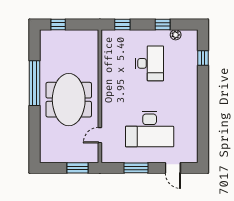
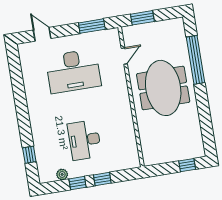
window: (122, 24) -> (102, 179), moved
window: (34, 83) -> (196, 60), moved
desk: (150, 129) -> (73, 71), turned 180
window: (136, 168) -> (92, 26), moved

